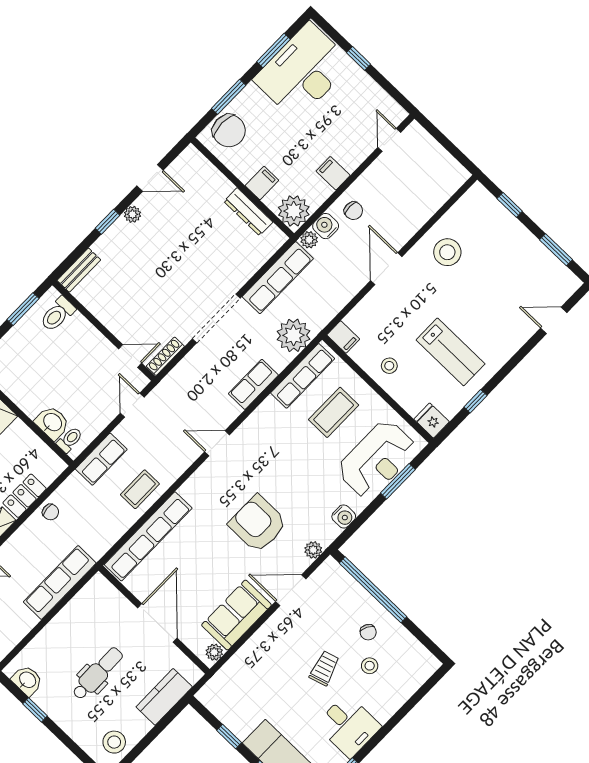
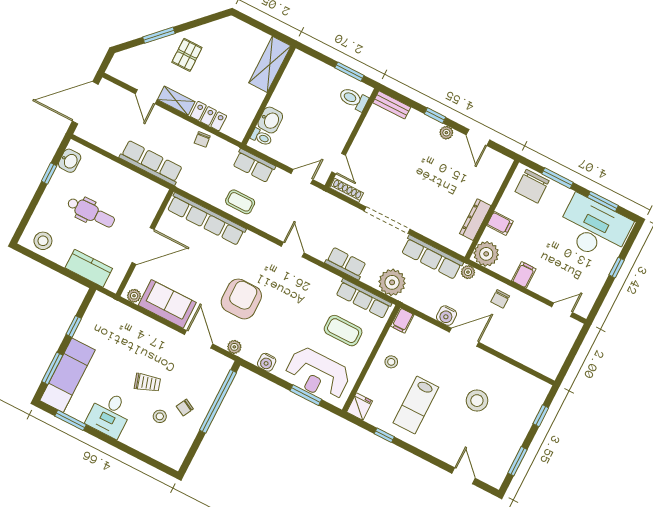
water cooler: (326, 226) -> (447, 316), moved, turned 180
stool: (447, 252) -> (477, 401), moved

